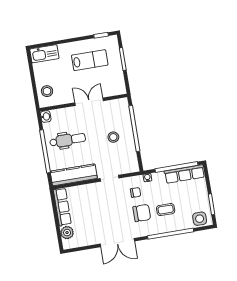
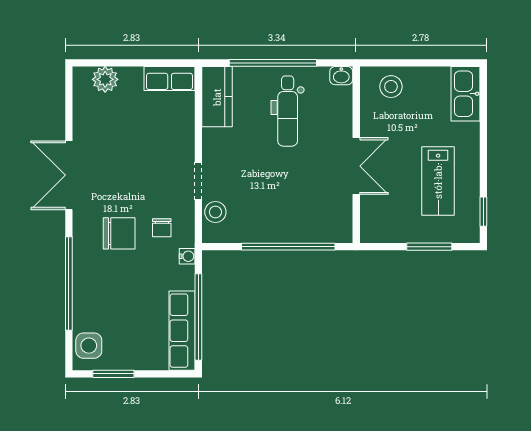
stool: (113, 137) -> (215, 212), moved
kitchen counter: (74, 175) -> (217, 97), width x0.67
row of seats: (62, 207) -> (170, 79), width x0.68
coffee table: (166, 210) -> (118, 282), removed
chair: (142, 213) -> (119, 233), turned -90

